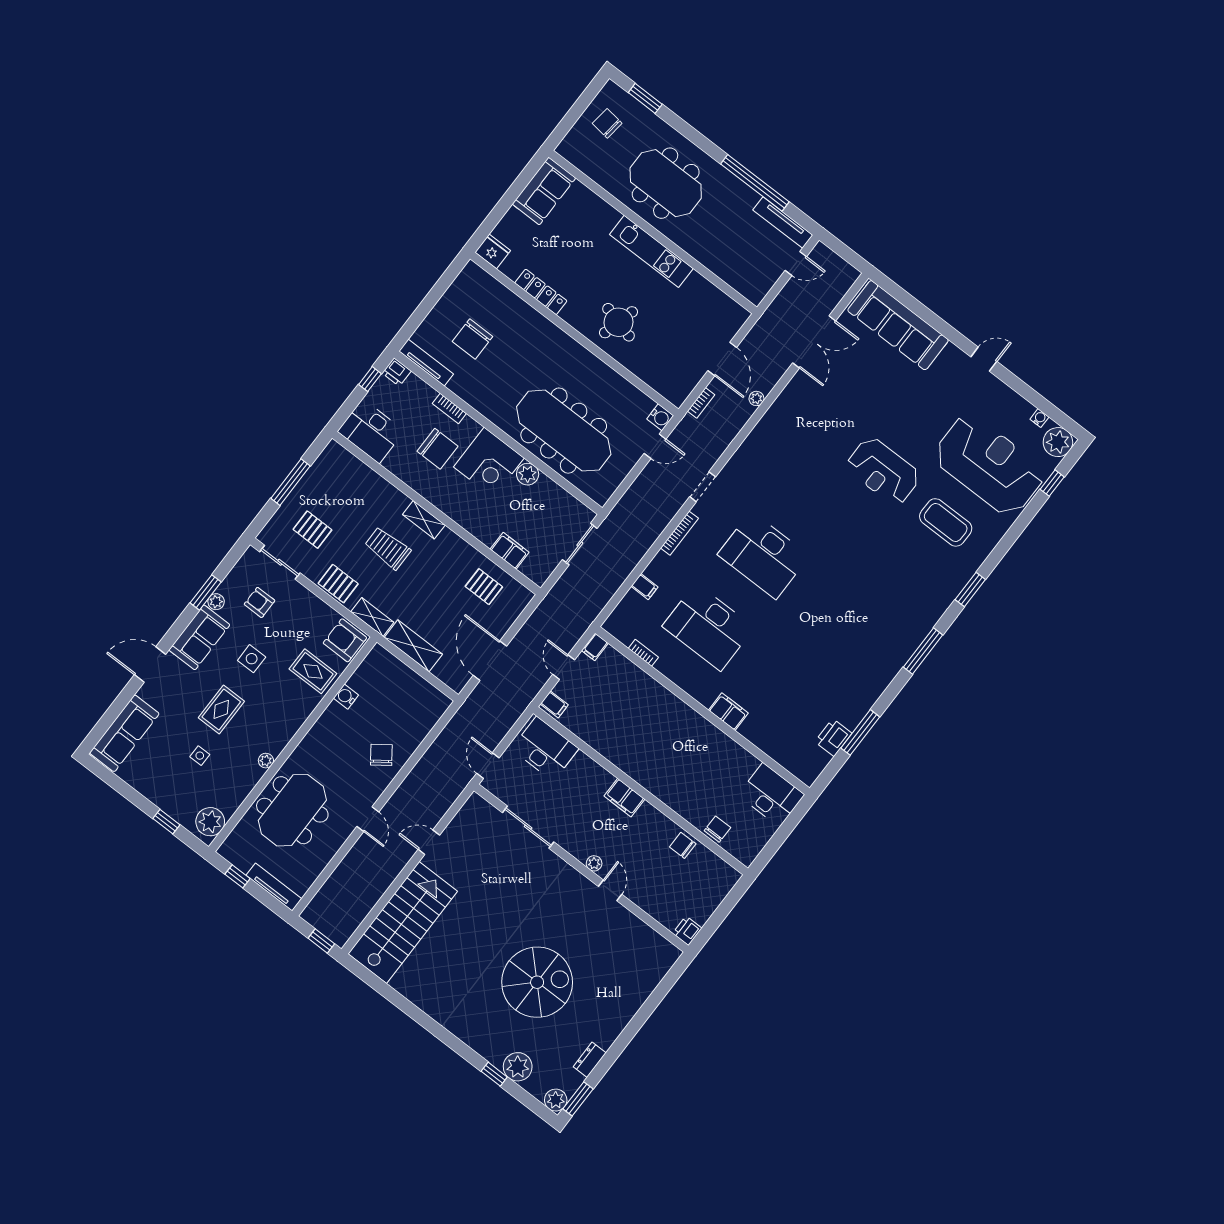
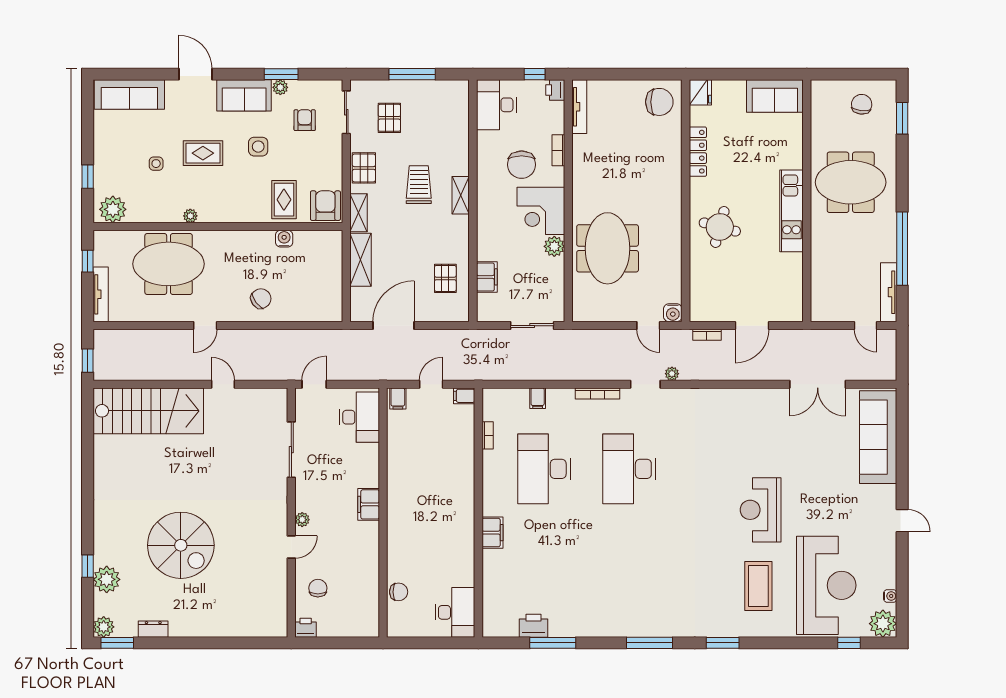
meeting table: (666, 183) -> (851, 182), turned 90
chair: (472, 339) -> (659, 102), moved, turned 180
plant: (756, 398) -> (672, 374), moved
meeting table: (564, 431) -> (608, 248), width x0.73
chair: (683, 845) -> (318, 588), moved

